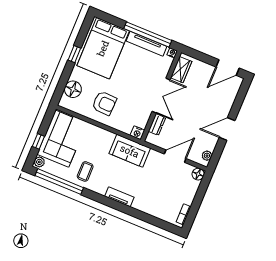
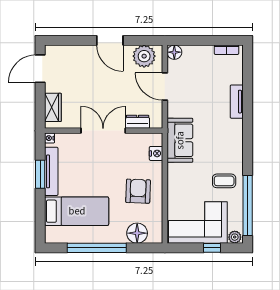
window: (148, 34) -> (40, 174), width x0.47
bed: (103, 48) -> (77, 211), width x0.67
window: (74, 54) -> (97, 248), width x3.17
door: (228, 68) -> (40, 69), swing flipped
wardrobe: (181, 70) -> (53, 107), moved, turned 90
nightstand: (137, 133) -> (156, 153), moved
plant: (207, 156) -> (144, 56), width x1.88, depth x1.88
tv unit: (119, 197) -> (237, 102), moved

